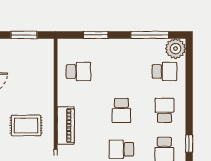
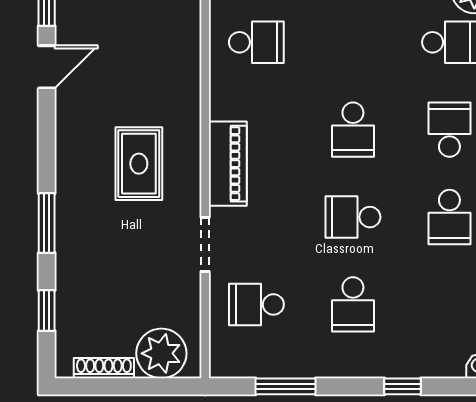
rug: (26, 126) -> (139, 164), turned 90

